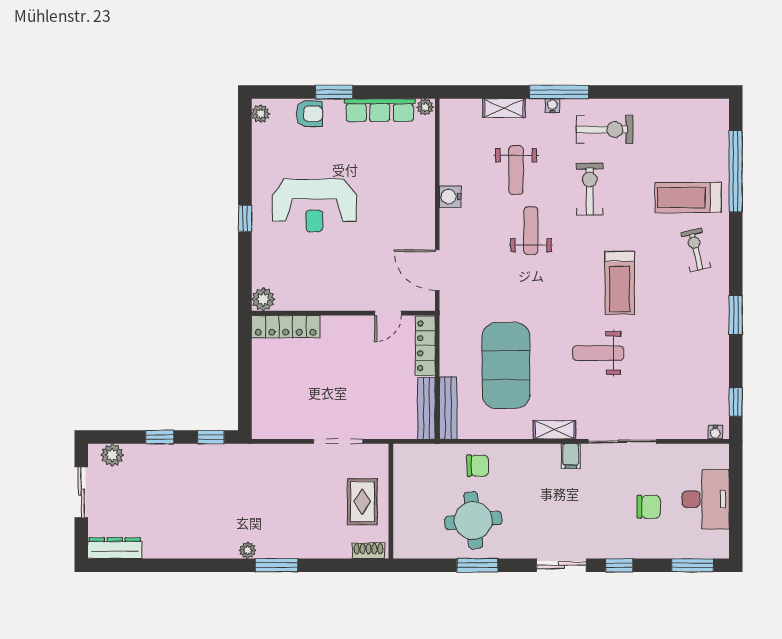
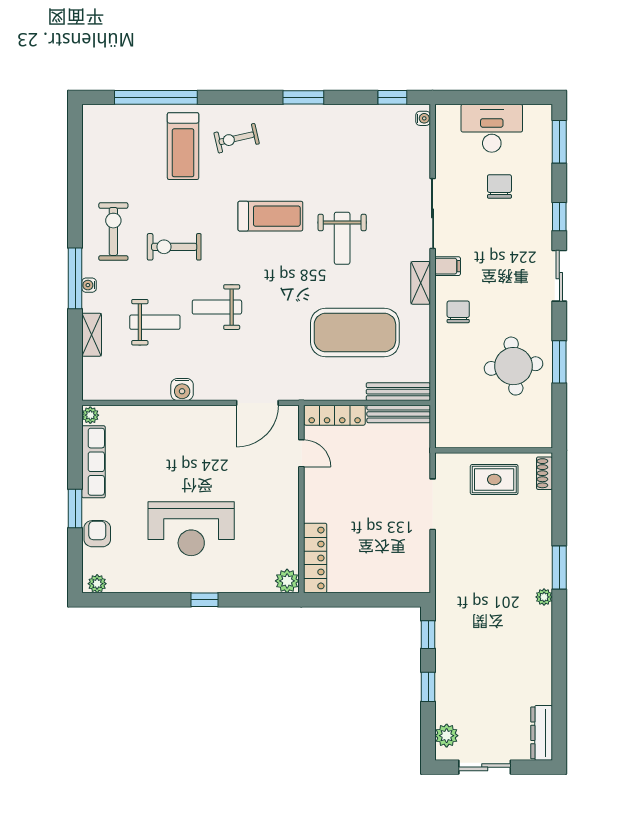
reception desk: (314, 206) -> (191, 529), turned 90
chair: (478, 466) -> (458, 312), moved

